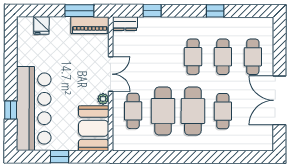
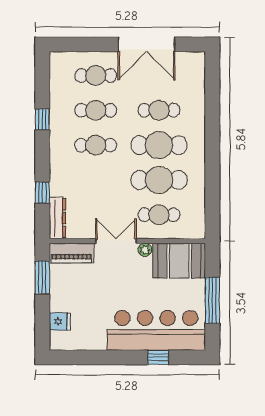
dresser: (125, 24) -> (57, 218), width x1.44
piano: (90, 25) -> (71, 253), moved, turned 90
window: (59, 157) -> (212, 300), width x2.17

